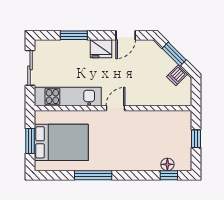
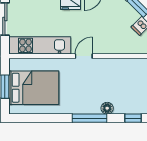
floor lamp: (167, 164) -> (107, 108), moved
window: (93, 175) -> (89, 118), moved

